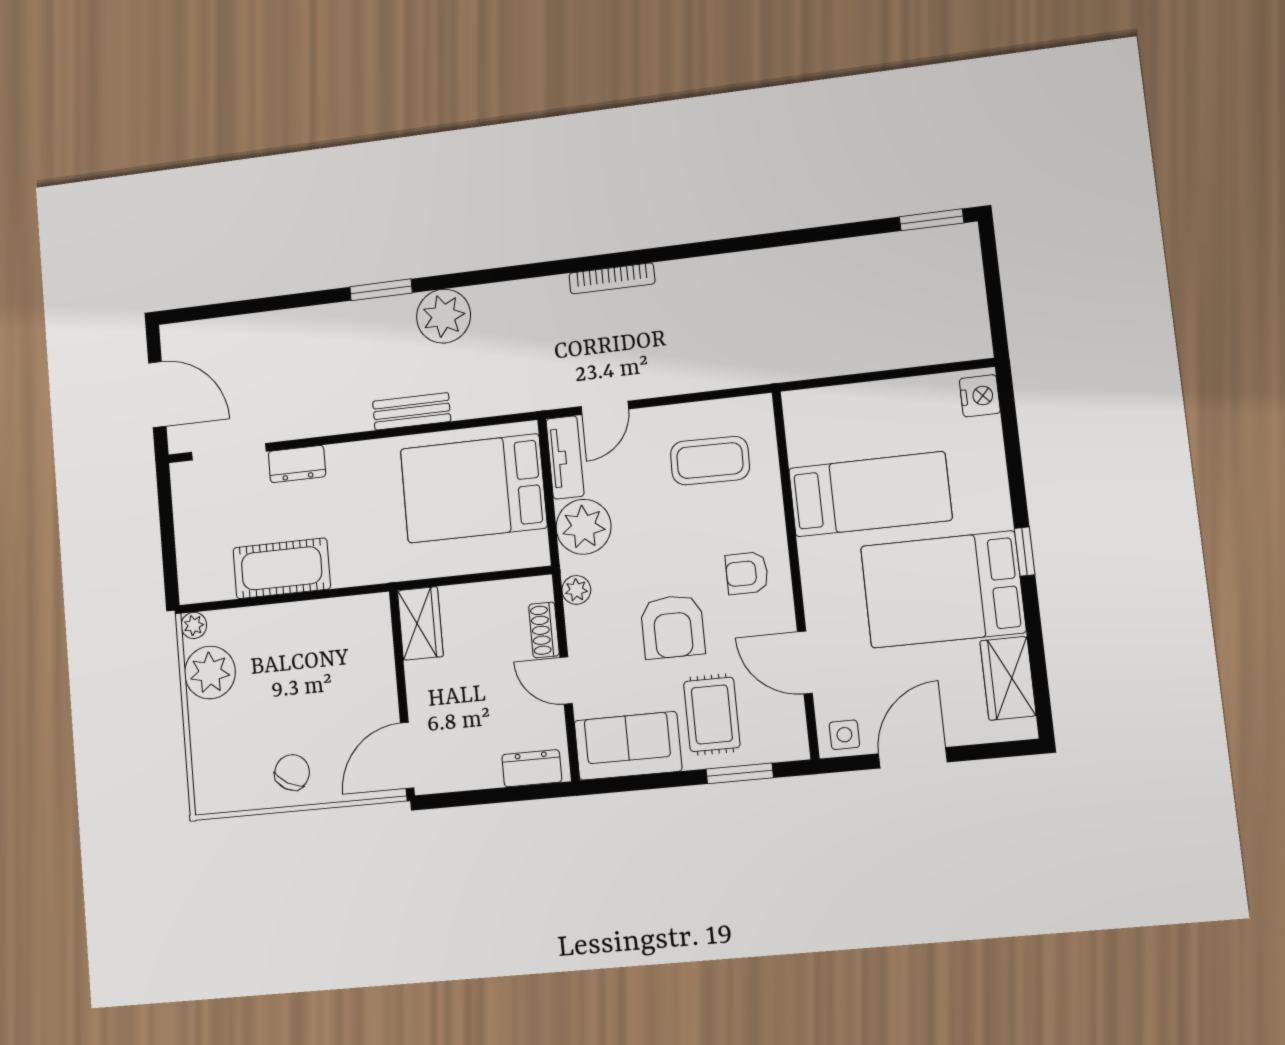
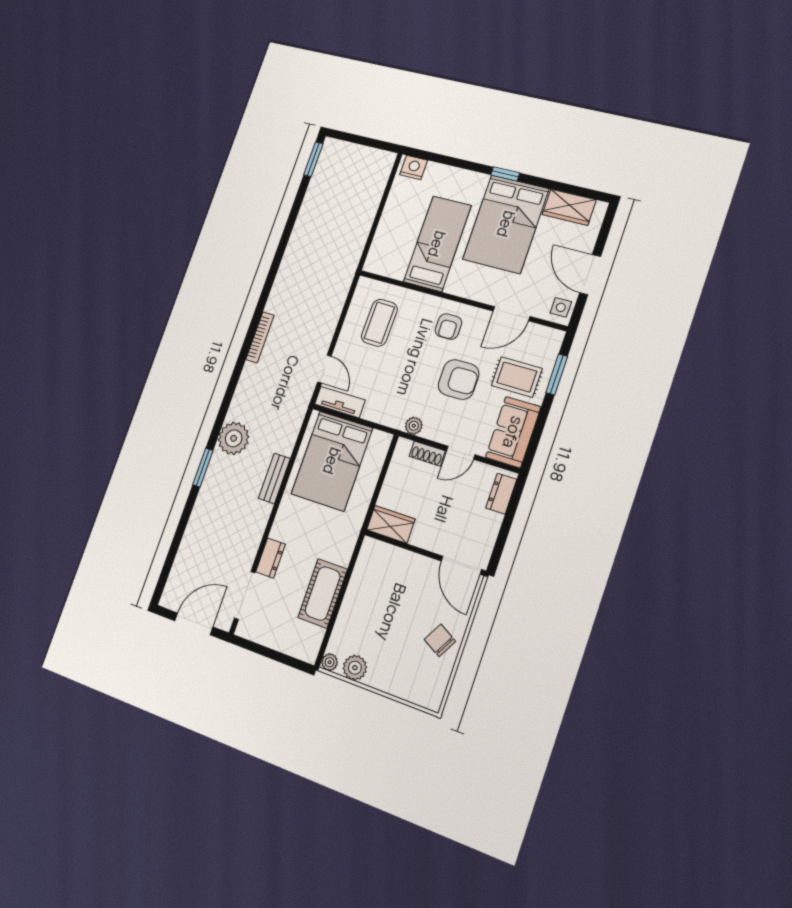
plant: (584, 527) -> (382, 407), removed
plant: (210, 673) -> (355, 668), width x0.73, depth x0.73

